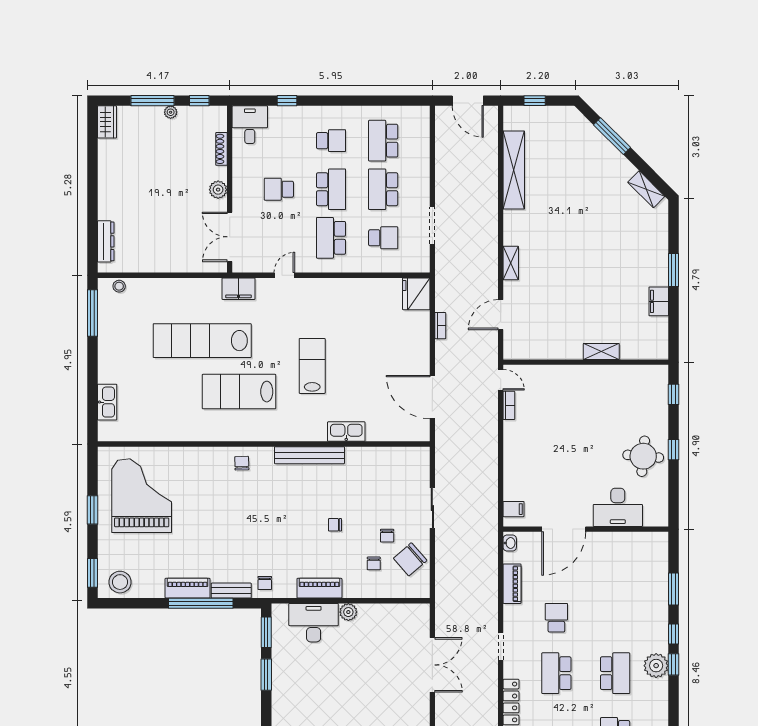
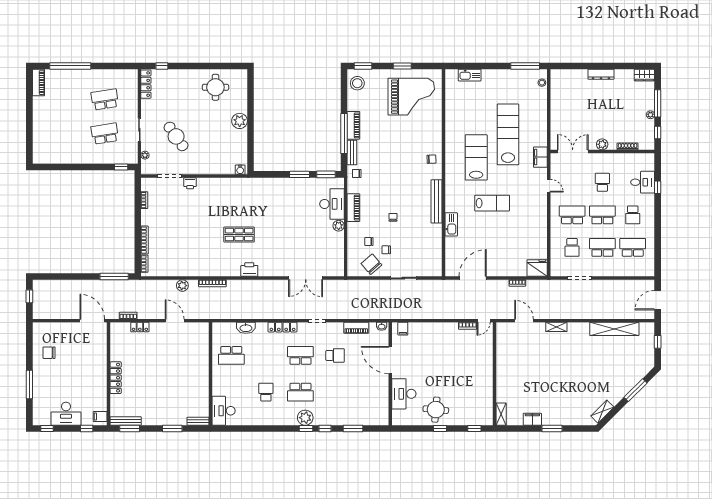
desk: (250, 125) -> (643, 182), moved
school desk: (331, 189) -> (602, 215), turned 180
dresser: (106, 241) -> (601, 74), moved
shelving: (601, 352) -> (501, 414), moved

